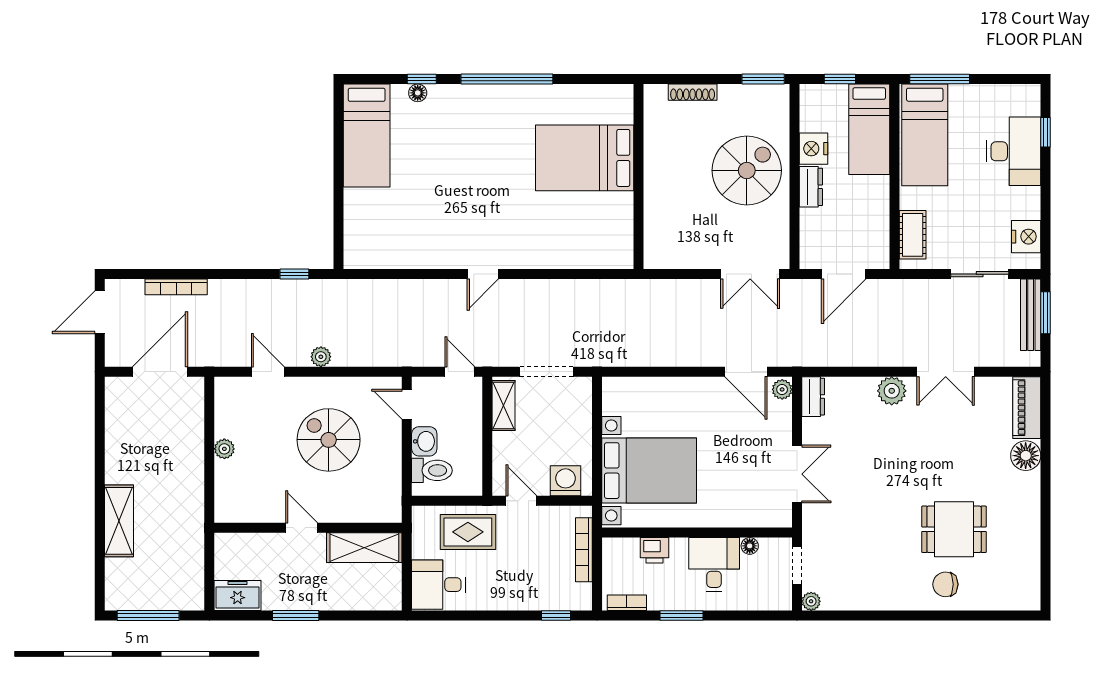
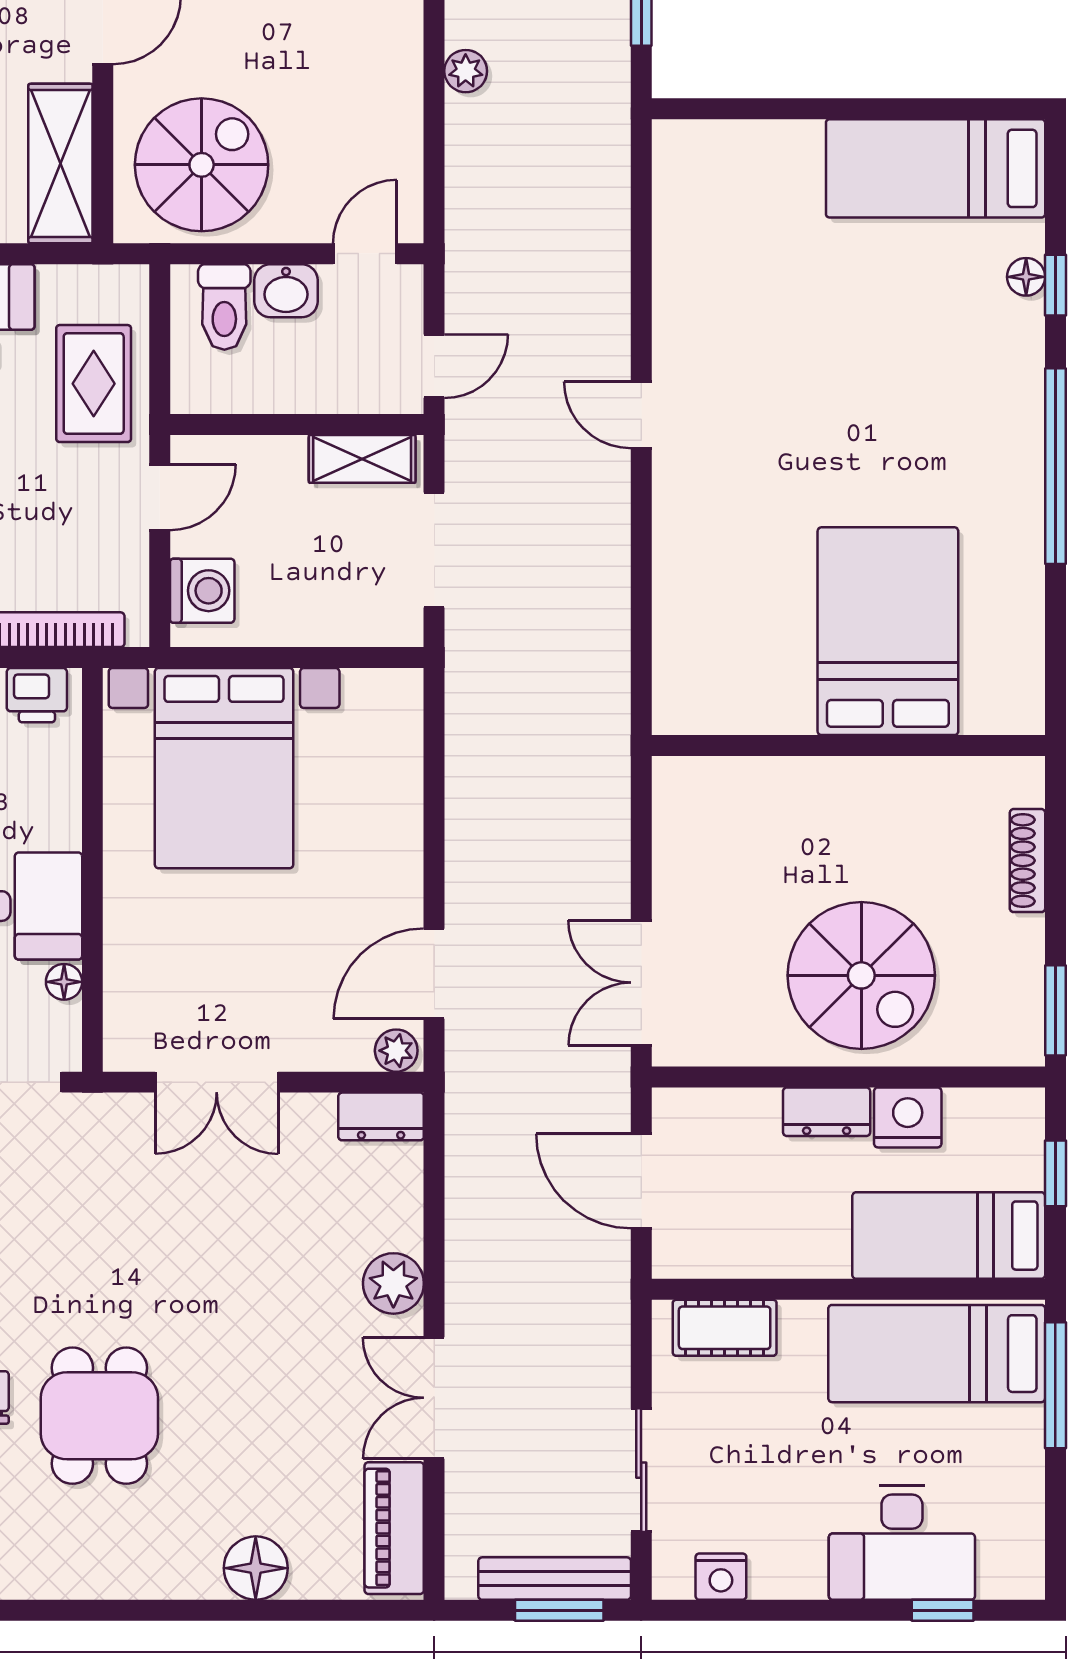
nightstand: (1026, 237) -> (721, 1577), width x0.74, depth x0.75
piano: (1027, 408) -> (394, 1528), moved, turned -90
spiral stairs: (329, 440) -> (202, 165), moved
printer: (655, 550) -> (37, 695), moved, turned -90

